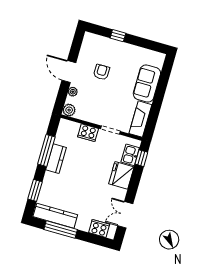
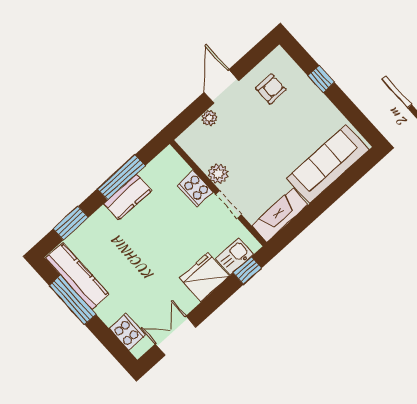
armchair: (101, 72) -> (271, 89), moved
sofa: (147, 83) -> (328, 164), width x1.36
plant: (69, 110) -> (218, 174), moved

